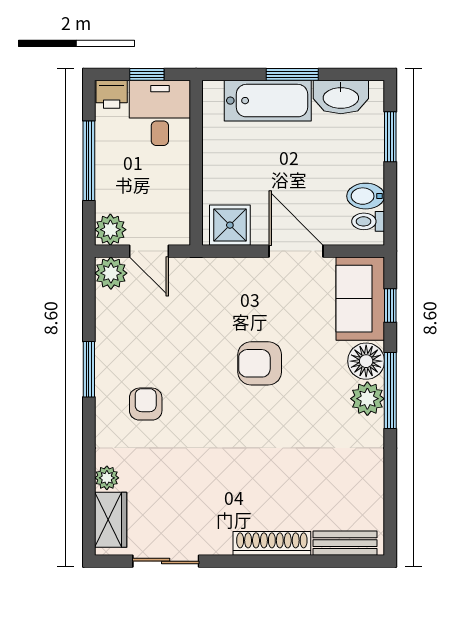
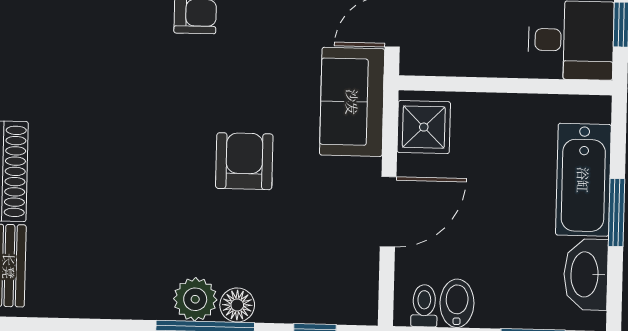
sofa: (360, 299) -> (352, 102), moved, turned -90
floor lamp: (366, 361) -> (237, 305), width x0.73, depth x0.73

